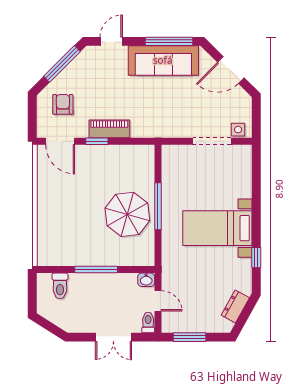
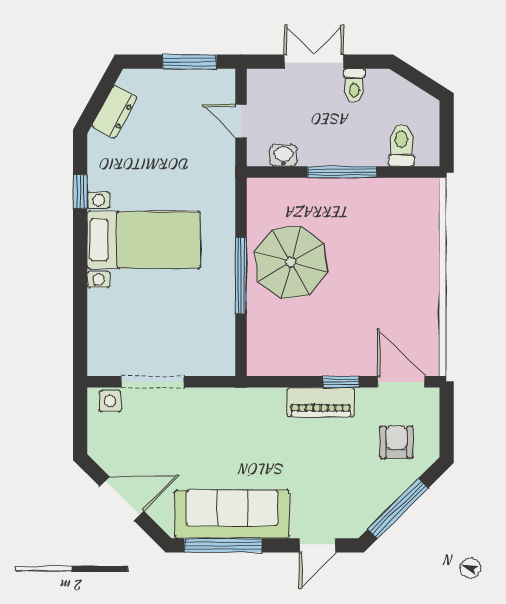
armchair: (63, 104) -> (397, 442), turned 180
washbasin: (146, 280) -> (283, 155), moved
toilet: (148, 322) -> (354, 86), moved

